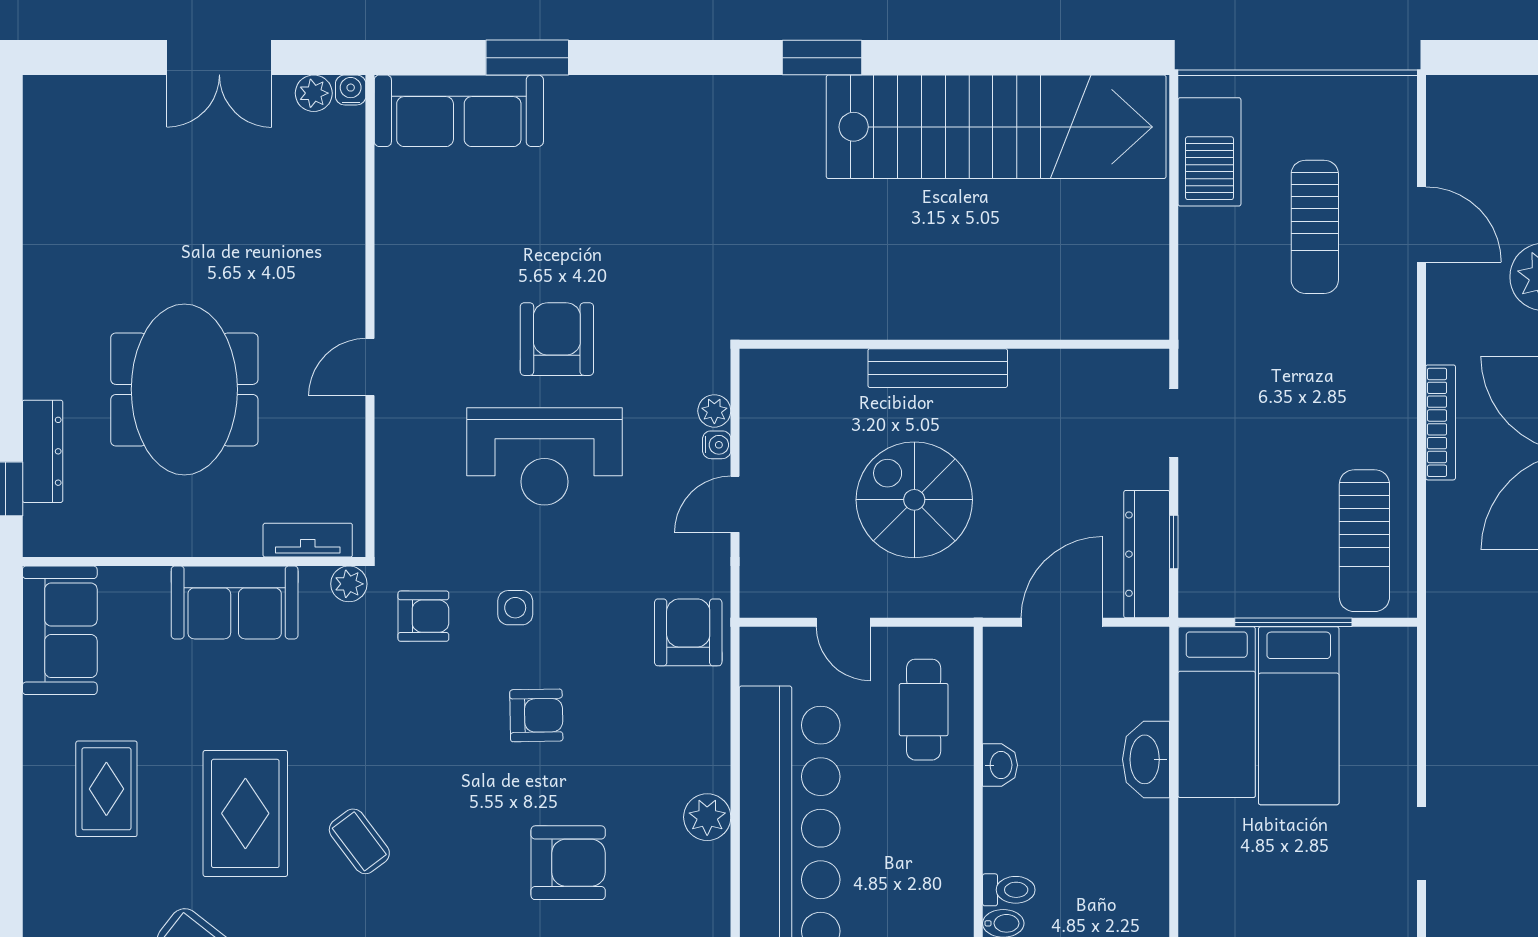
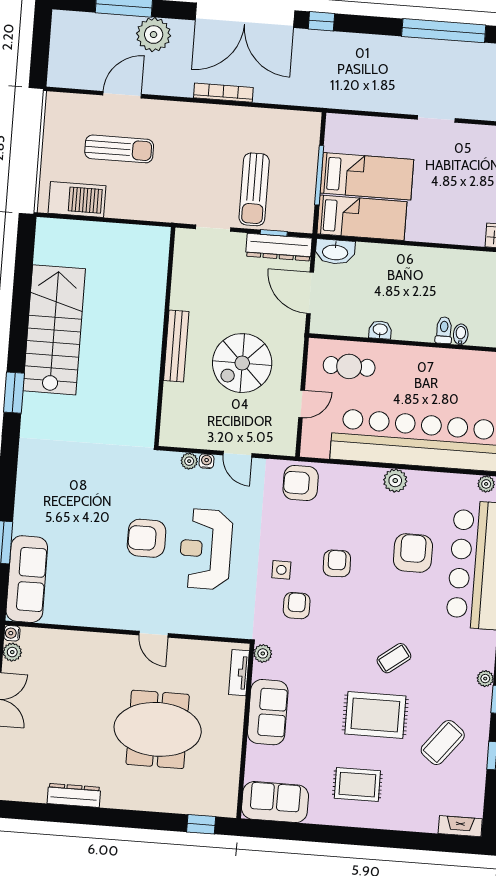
stairs: (996, 127) -> (54, 330), width x0.73
dresser: (43, 451) -> (74, 795), moved
reception desk: (544, 456) -> (206, 549), turned 180
sun lounger: (1364, 541) -> (254, 189), moved, turned 90
armchair: (423, 616) -> (297, 606), moved
washbasin: (1146, 759) -> (335, 252), moved

